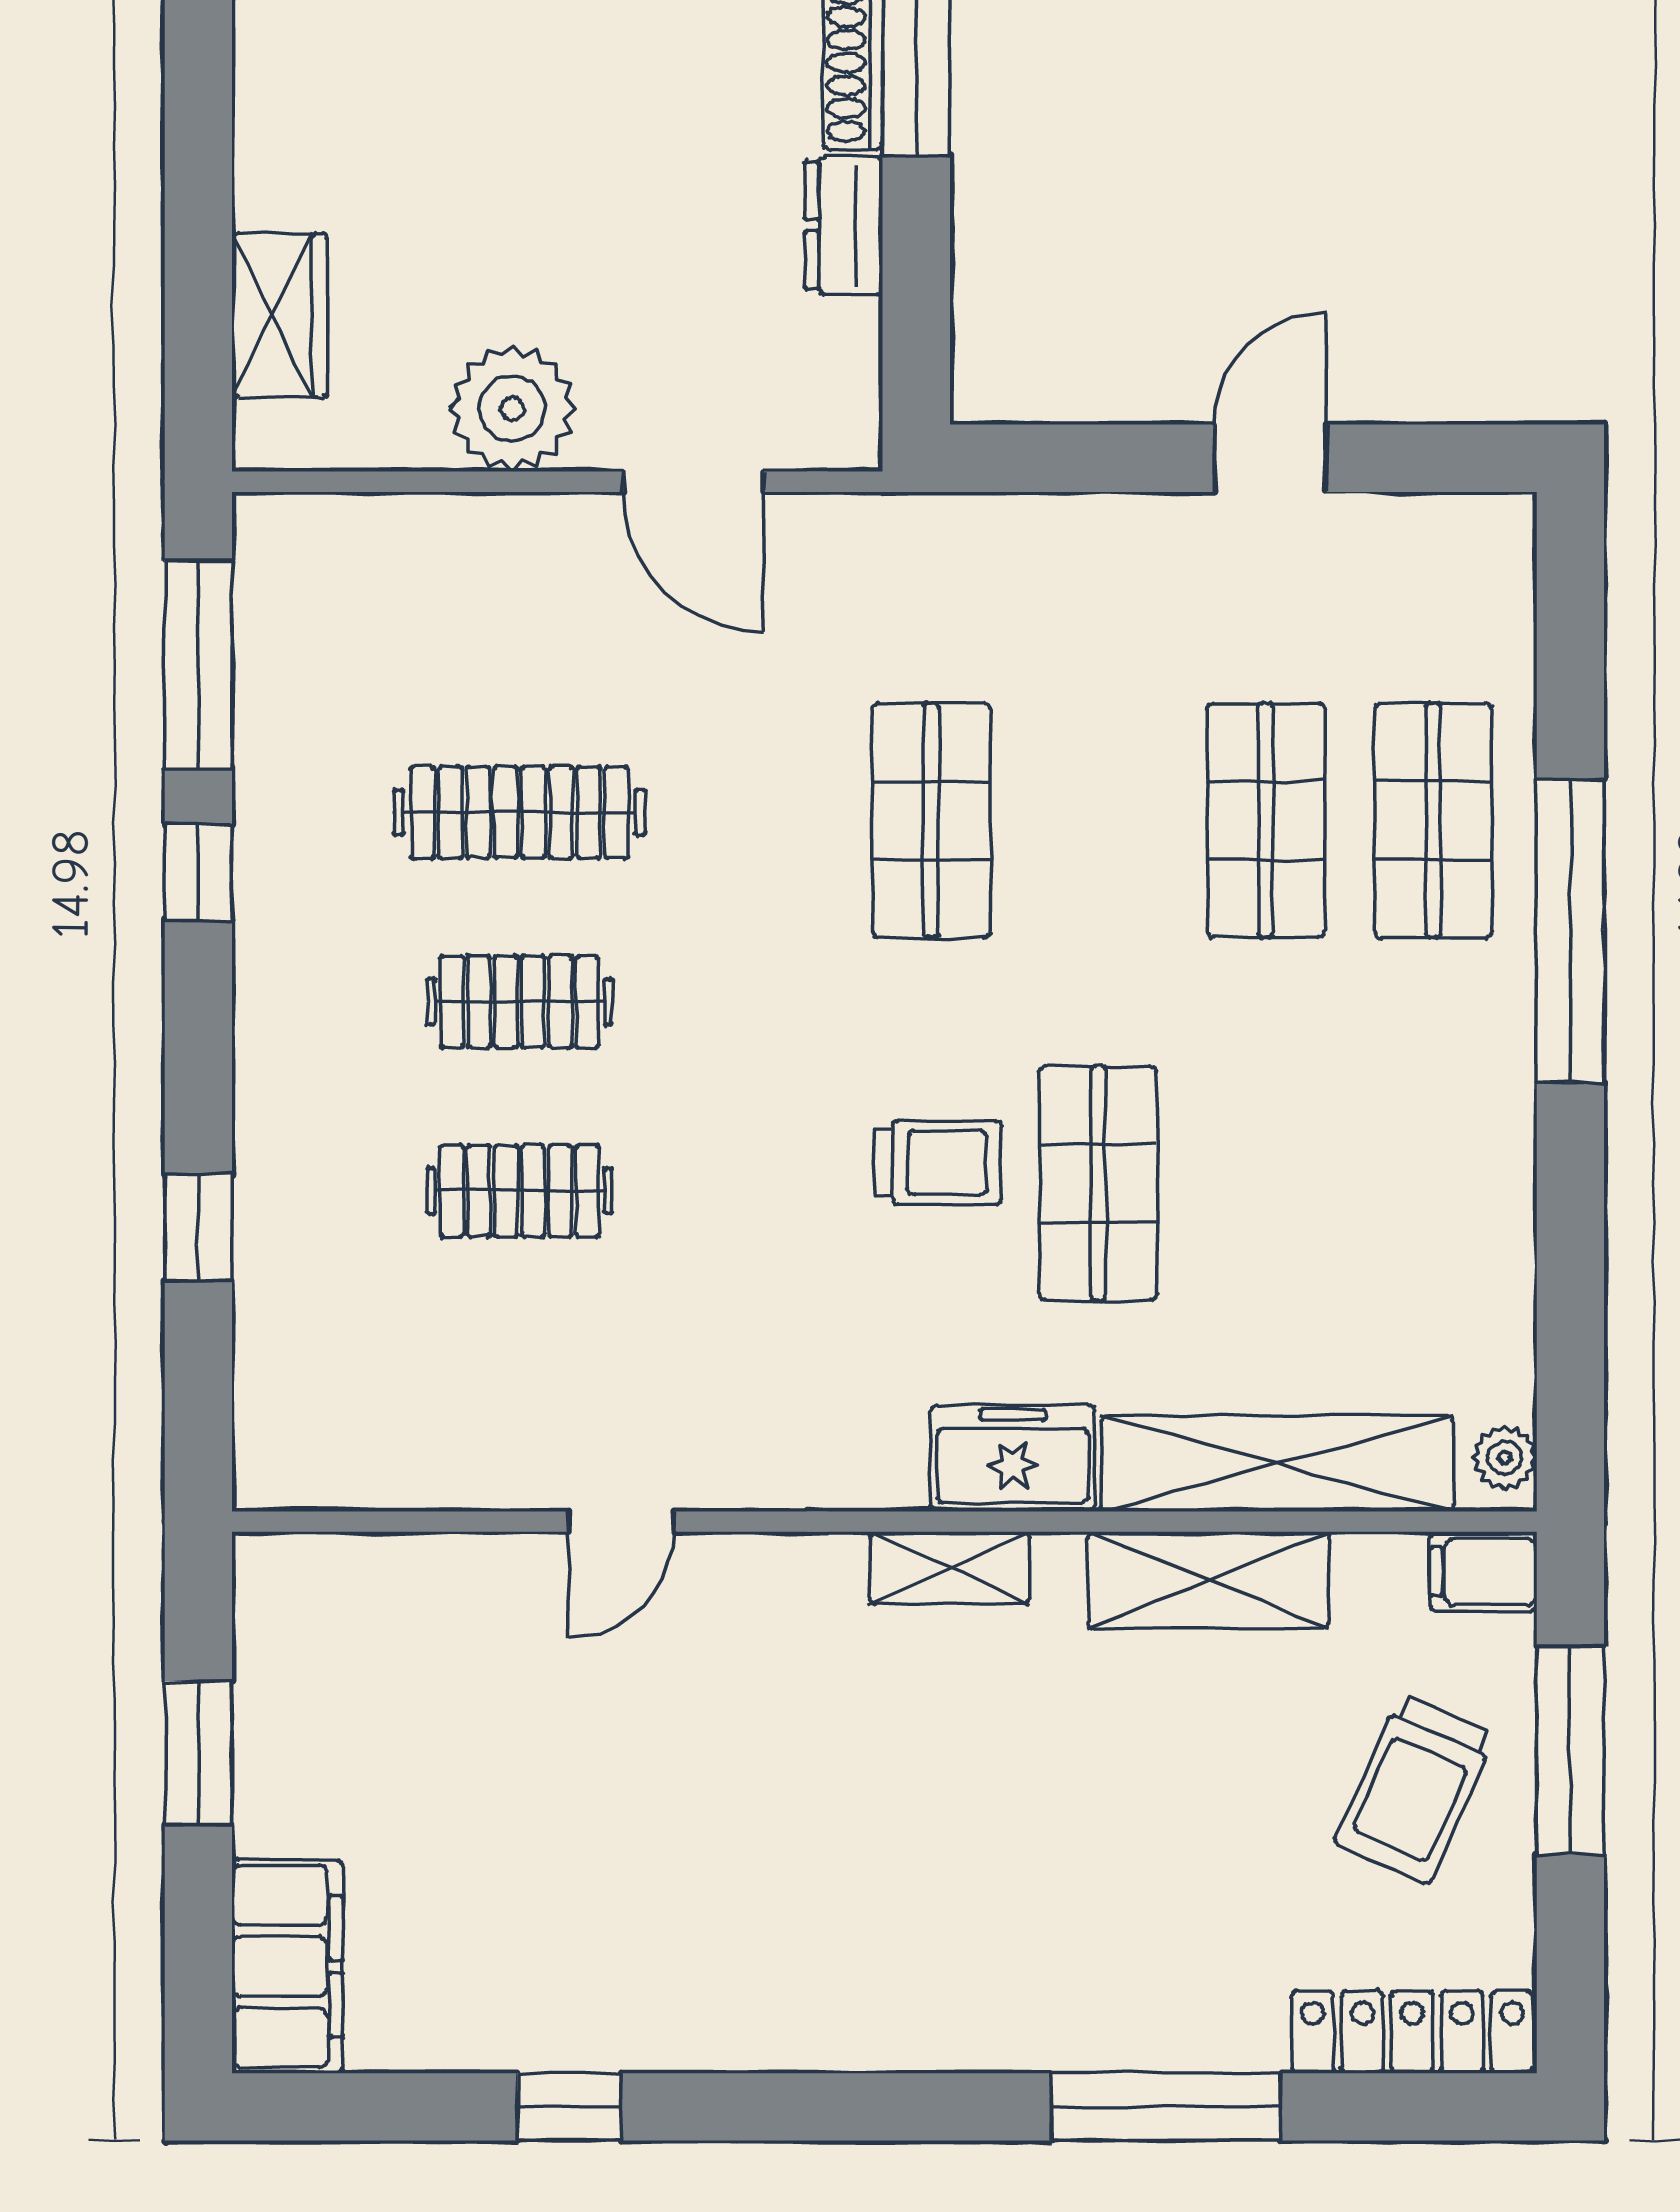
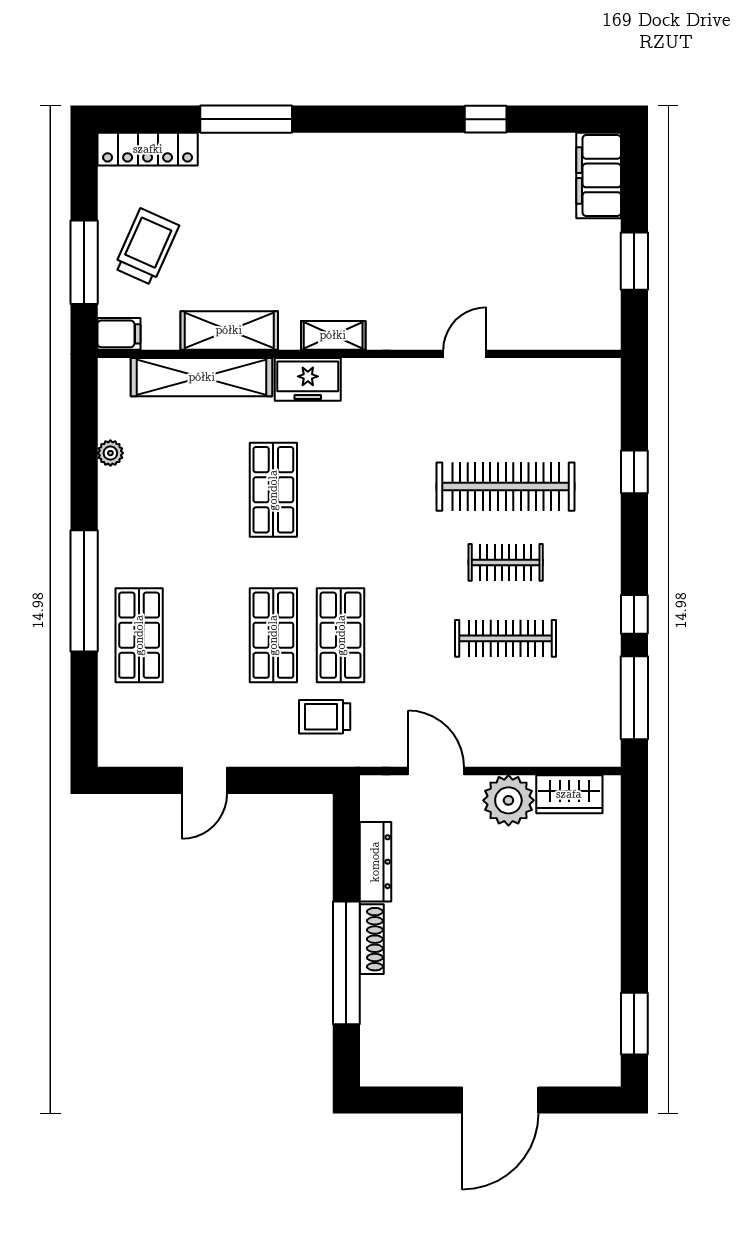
dresser: (844, 225) -> (375, 862), width x1.44
wardrobe: (280, 316) -> (569, 794), moved, turned -90
shop shelf: (1266, 820) -> (273, 635), moved
trolley: (938, 1162) -> (325, 717), moved
clothes rail: (520, 1191) -> (506, 487), width x1.86, depth x1.31
plant: (1505, 1458) -> (110, 453), moved

